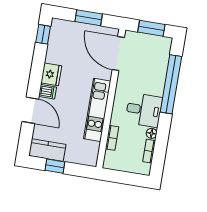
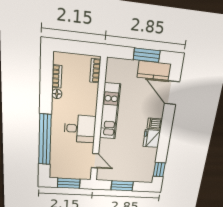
door: (118, 54) -> (95, 161), width x0.53
door: (30, 110) -> (172, 93), moved
desk: (144, 110) -> (80, 129), moved, turned 180
bookcase: (112, 138) -> (95, 71), moved
window: (55, 166) -> (147, 55), width x1.50

